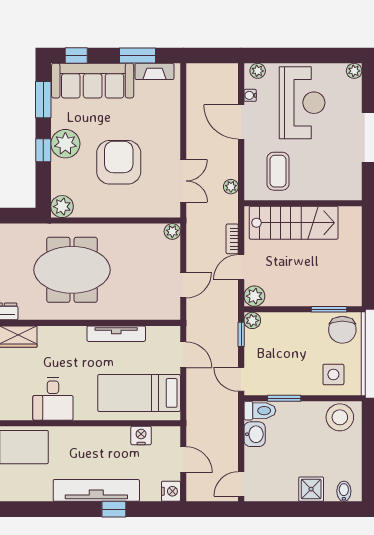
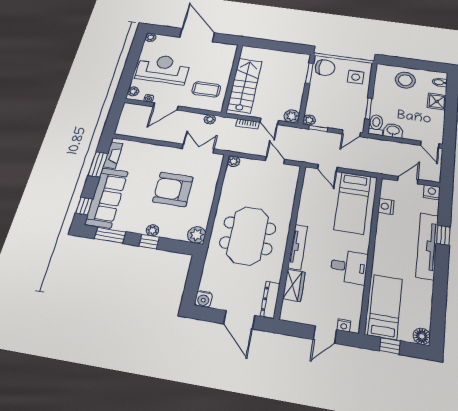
plant: (65, 144) -> (152, 230), width x0.53, depth x0.53
tv unit: (116, 334) -> (298, 247), moved
door: (183, 355) -> (327, 168), swing flipped
stool: (340, 417) -> (405, 80), moved

